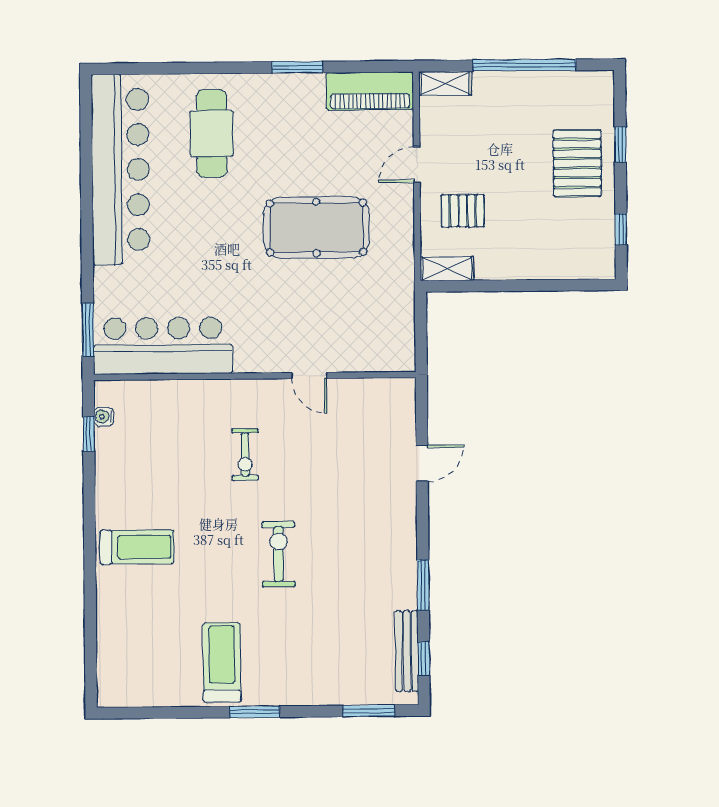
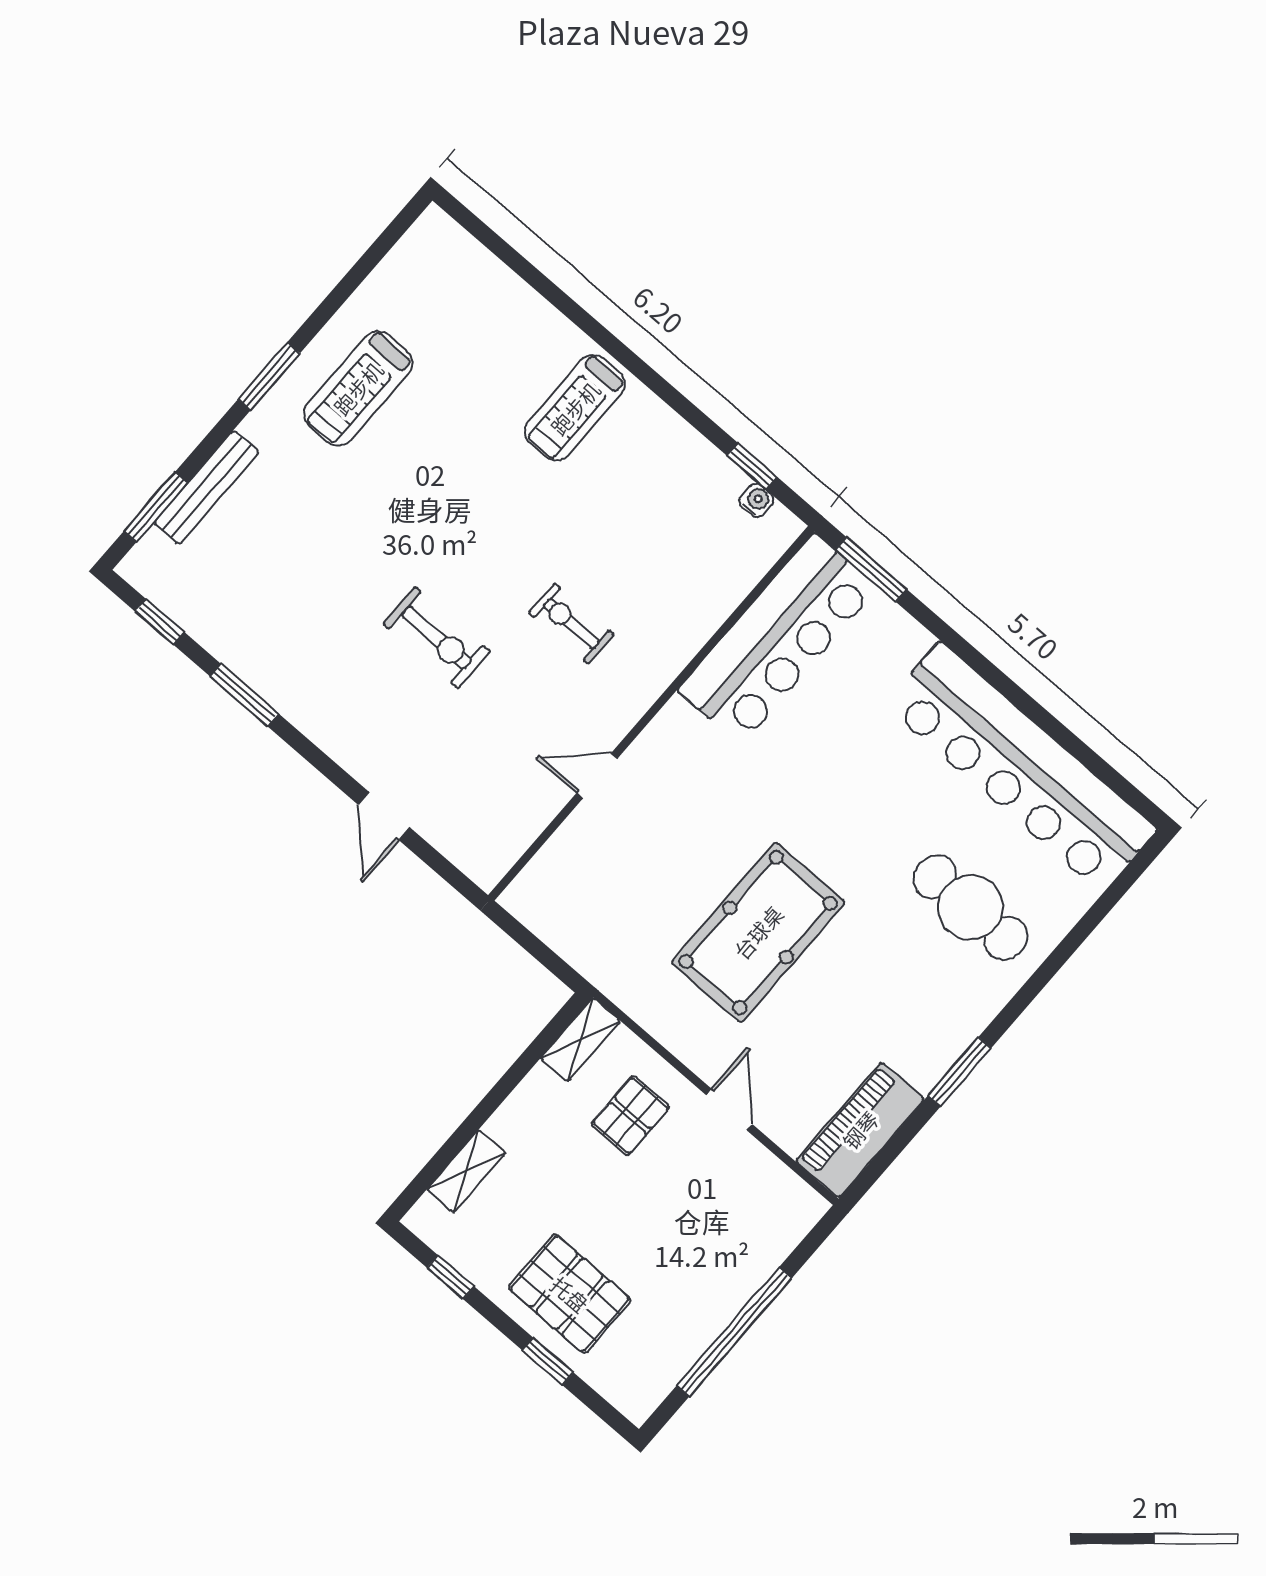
shelving: (445, 83) -> (466, 1171), moved
exercise bike: (279, 554) -> (437, 638), moved
bench: (407, 651) -> (207, 487), moved, turned 90
treadmill: (222, 663) -> (358, 388), turned 90

